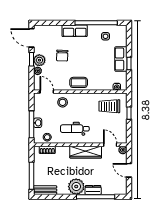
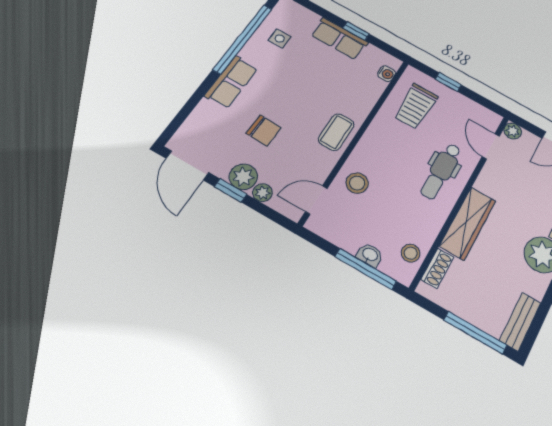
door: (32, 38) -> (187, 165), hinge flipped
dental chair: (75, 129) -> (441, 171), moved
door: (110, 145) -> (491, 146), hinge flipped
wardrobe: (86, 152) -> (468, 223), moved

